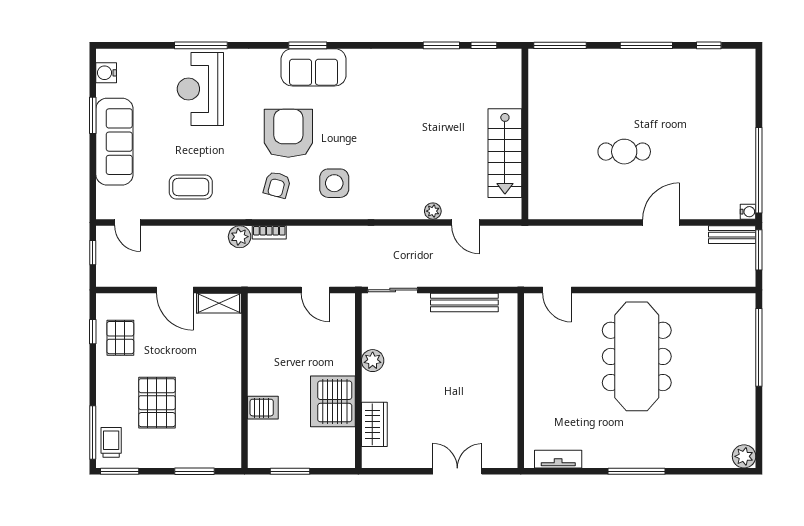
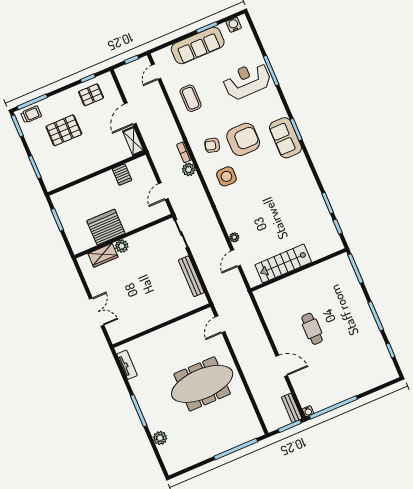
plant: (240, 237) -> (189, 170), moved
plant: (373, 361) -> (122, 246), moved
server rack: (263, 408) -> (122, 175), moved
plant: (744, 456) -> (160, 438), moved

